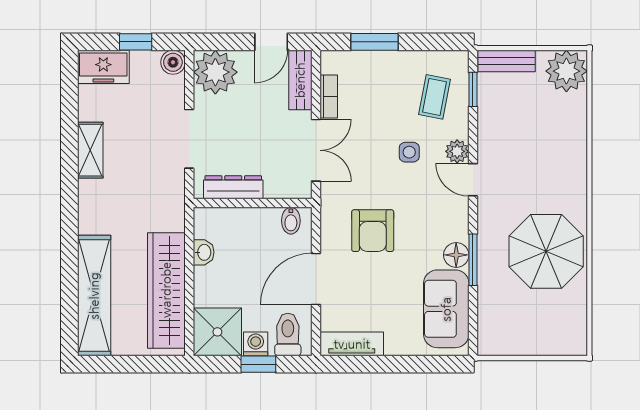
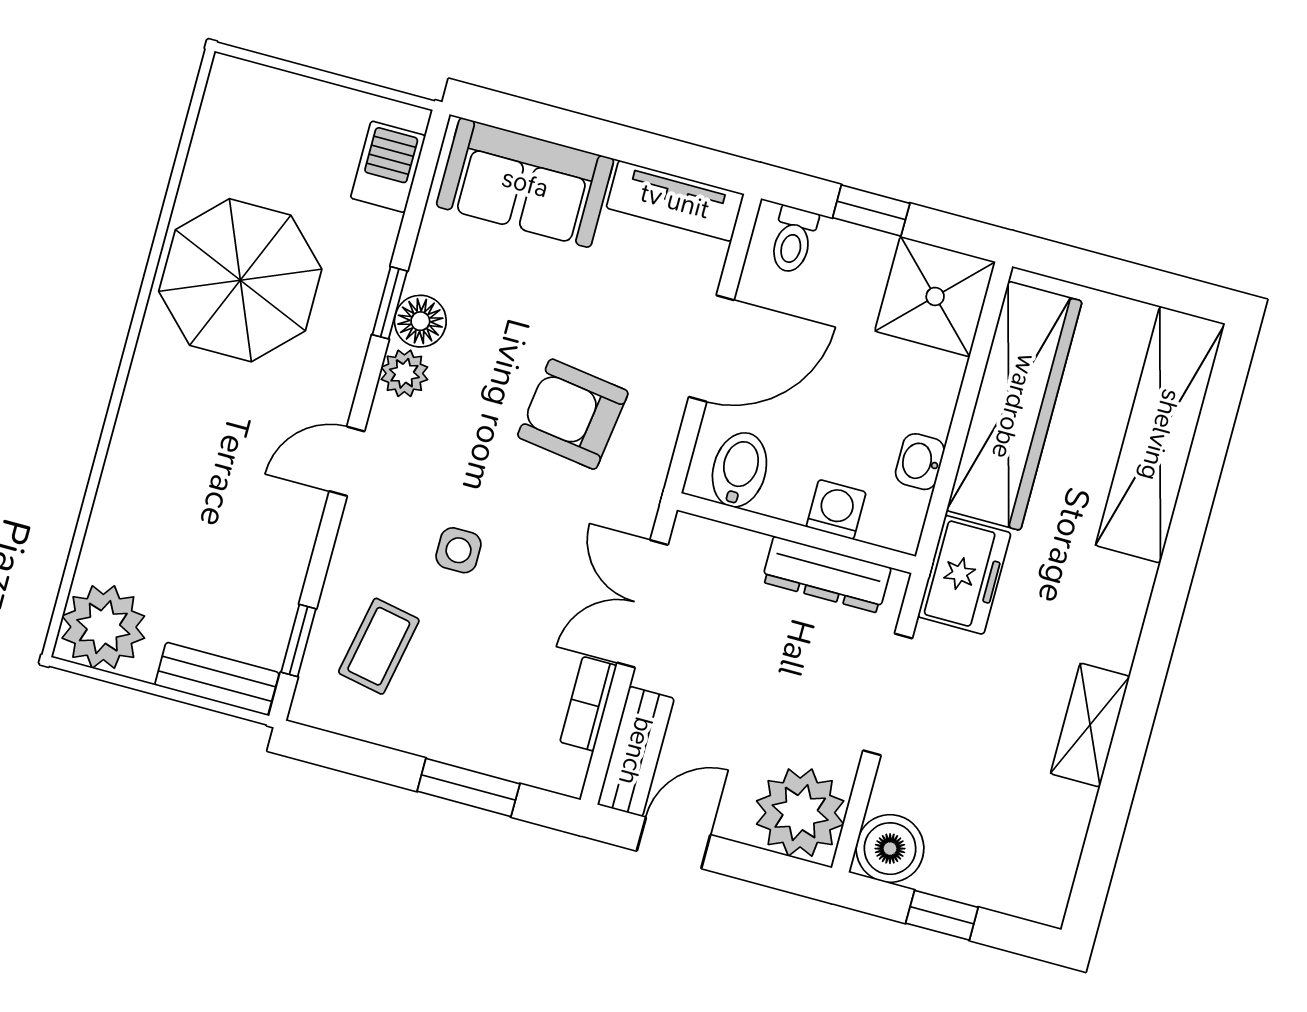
boiler: (173, 62) -> (890, 849), width x1.36, depth x1.36
freezer: (103, 67) -> (964, 575), moved, turned 90
plant: (457, 151) -> (404, 373), moved
door: (473, 180) -> (347, 461), swing flipped
bidet: (291, 221) -> (739, 470), width x1.38, depth x1.36
armchair: (373, 231) -> (573, 414), turned -82
window: (473, 260) -> (390, 303), width x0.67
sofa: (446, 309) -> (525, 183), moved, turned 90
barbecue: (491, 323) -> (388, 167), added
toilet: (288, 334) -> (793, 240), width x0.73, depth x0.72
washing machine: (256, 344) -> (836, 510), moved, turned 180

